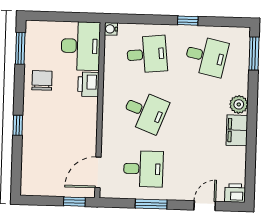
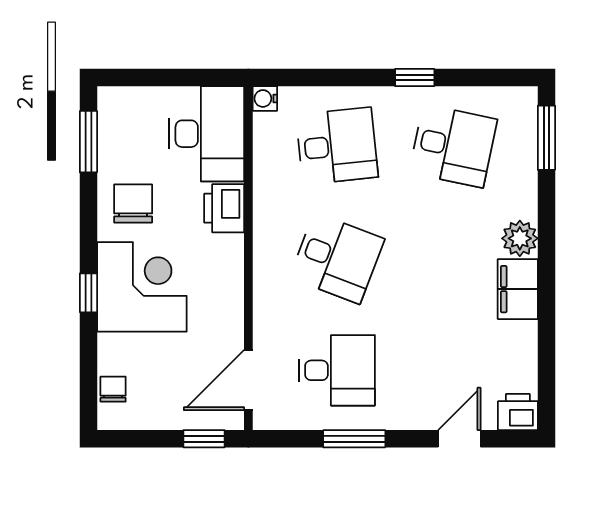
corner desk: (45, 123) -> (142, 287), added
chair: (29, 175) -> (113, 389), added

